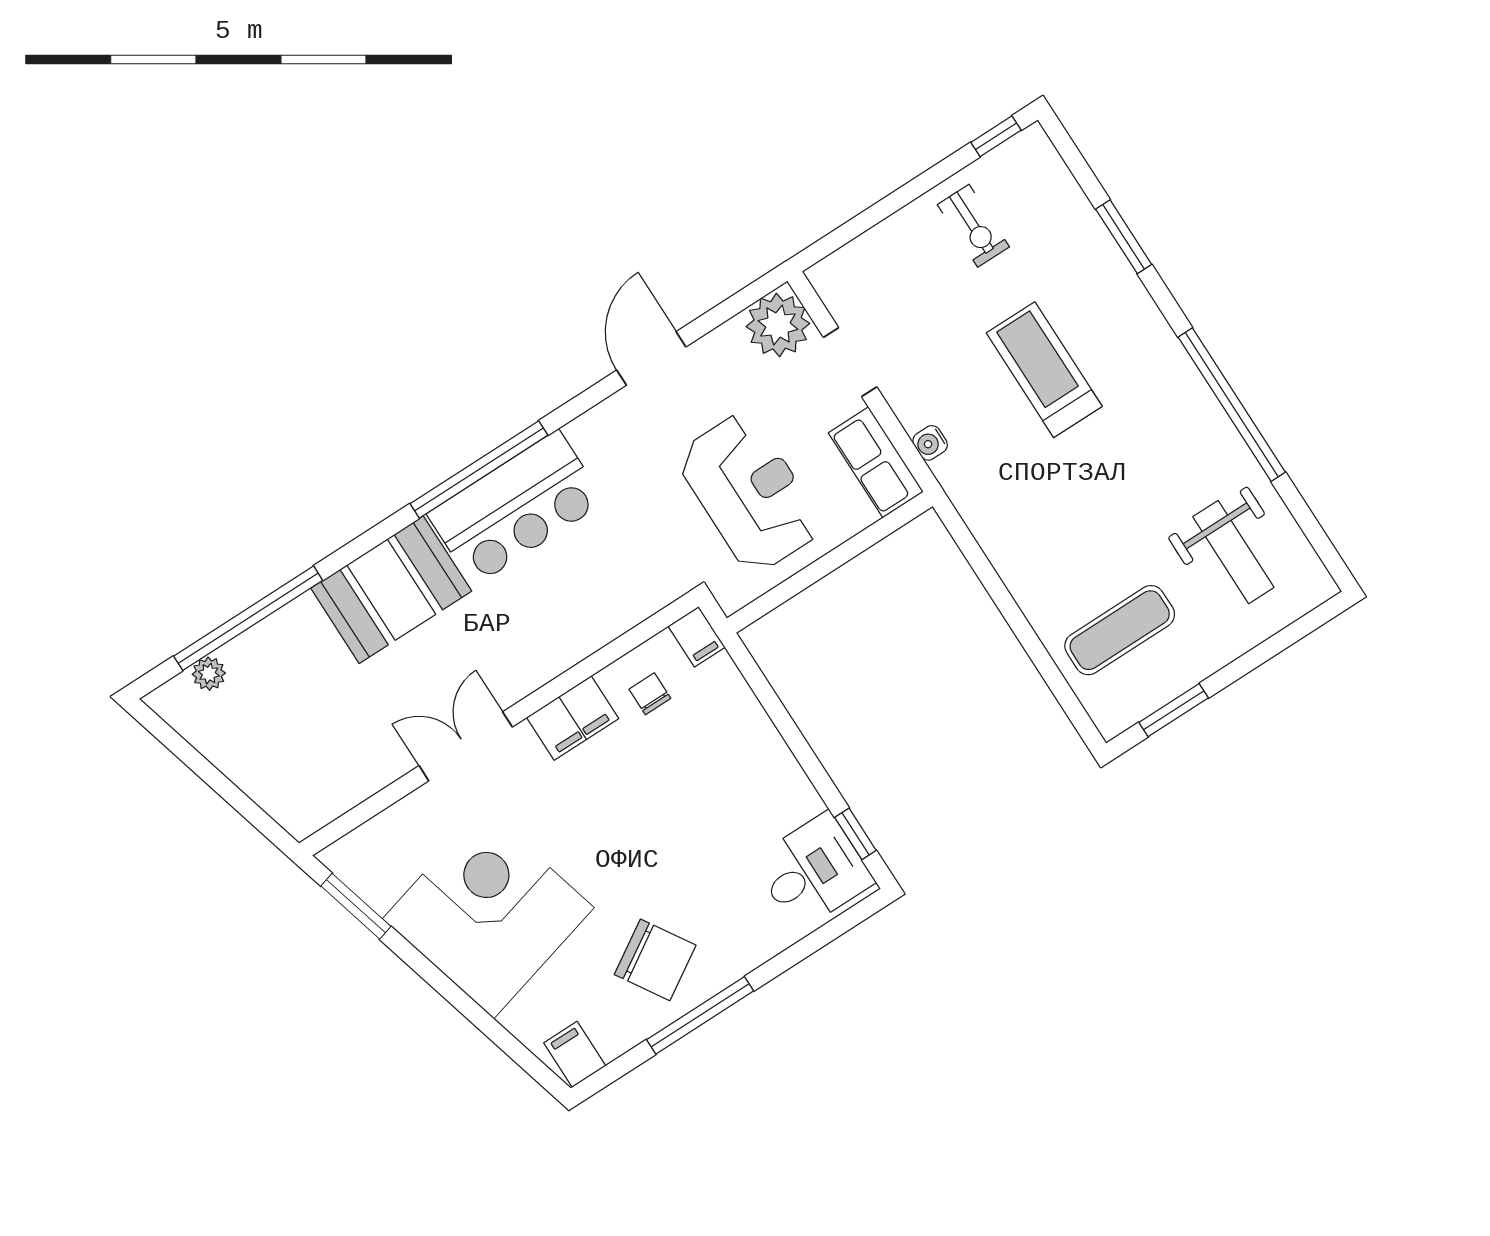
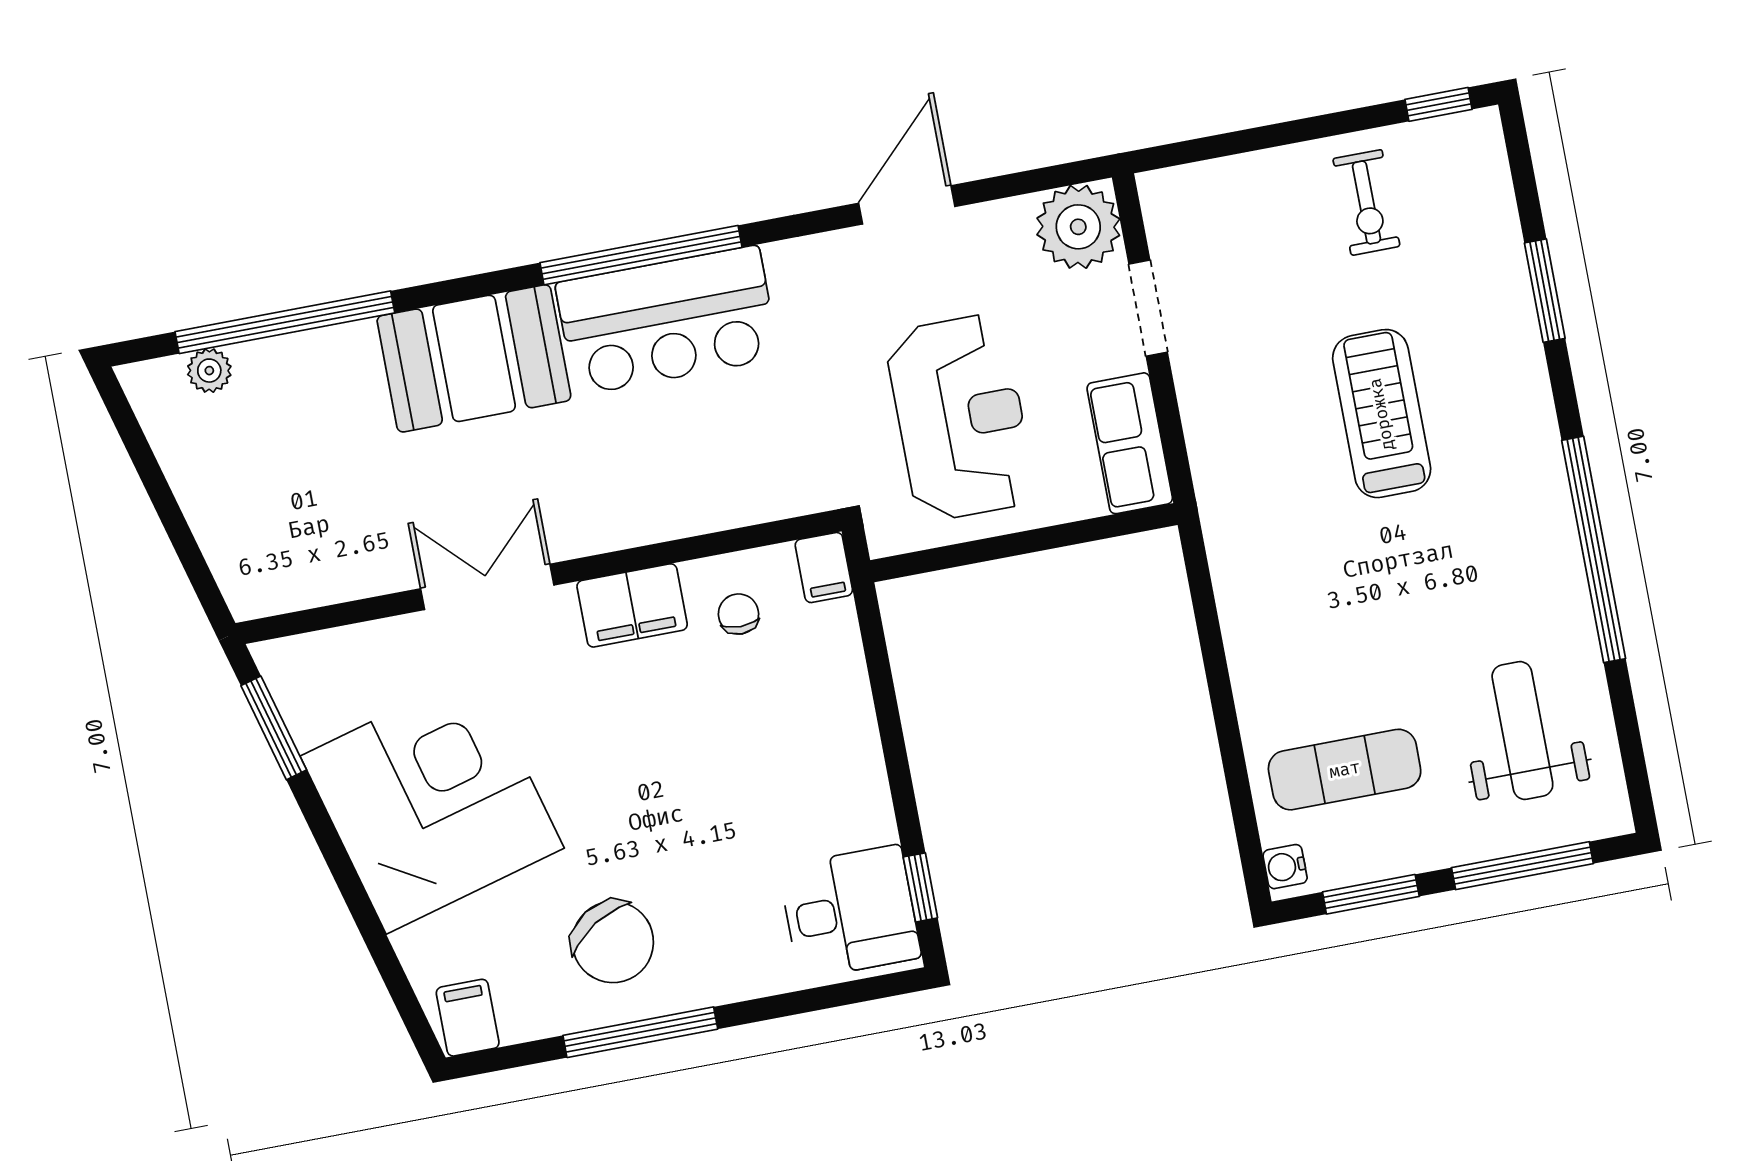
water cooler: (930, 443) -> (1285, 867), moved
weight bench: (1233, 552) -> (1522, 731), turned 180
window: (1272, 647) -> (1522, 866), added

